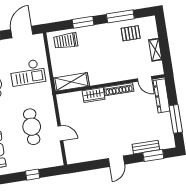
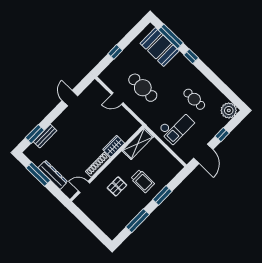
pallet: (131, 33) -> (117, 186), moved
trolley: (66, 41) -> (143, 181), moved, turned 90
shelving: (155, 50) -> (92, 215), removed
checkout: (28, 73) -> (176, 126), turned 180
dresser: (162, 96) -> (53, 175), moved
door: (116, 161) -> (70, 98), moved

